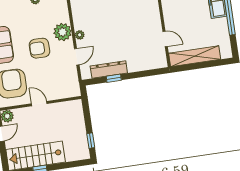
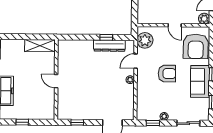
plant: (63, 32) -> (145, 40), moved
door: (165, 39) -> (56, 81), moved
shelving: (195, 56) -> (40, 46), width x0.68

